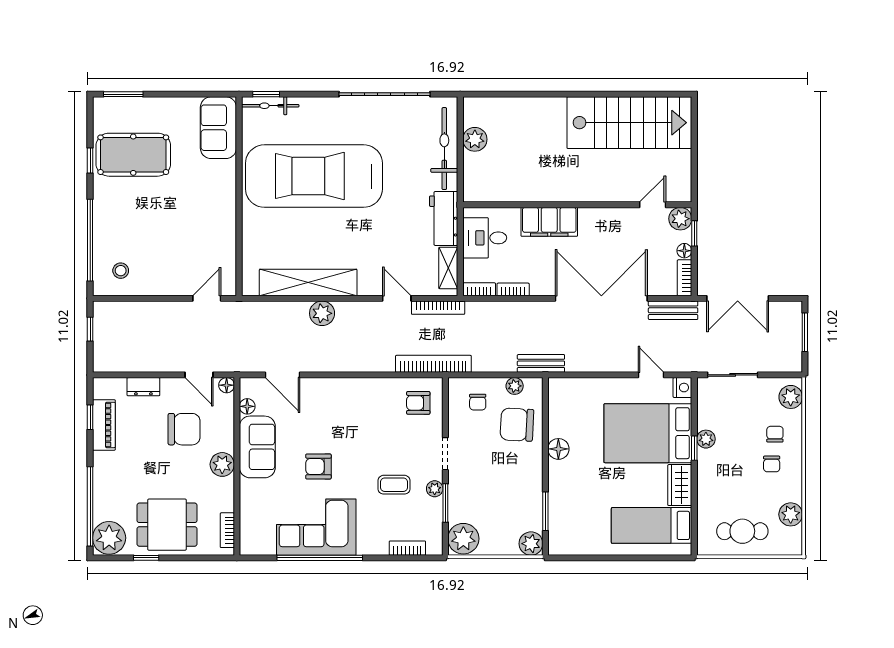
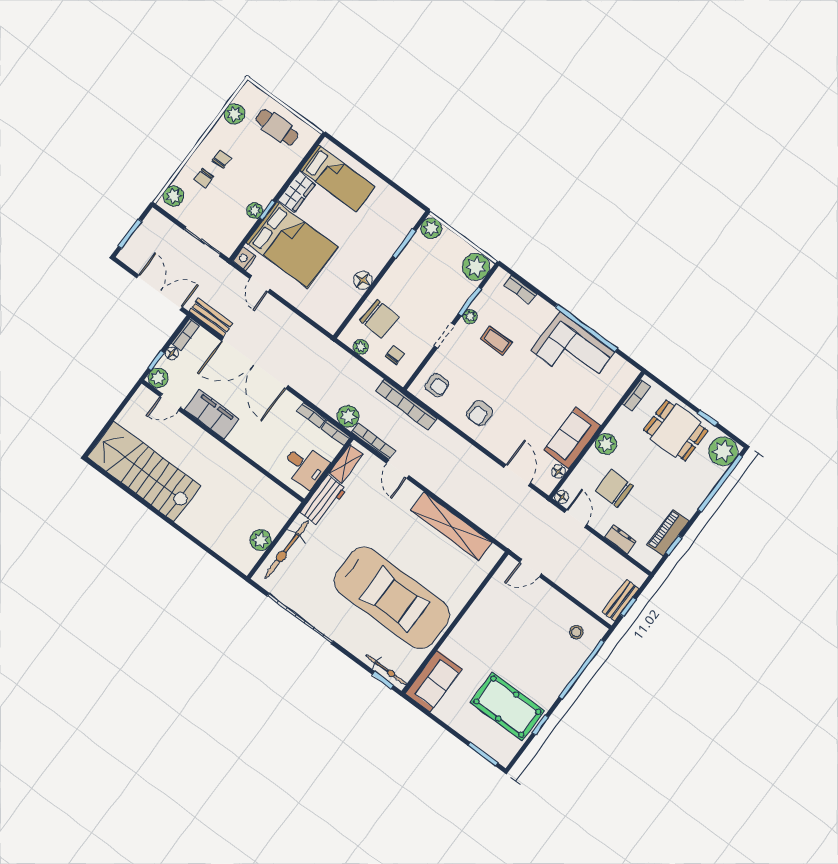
filing cabinet: (549, 222) -> (212, 414), moved
plant: (322, 313) -> (348, 416), moved
bench: (541, 363) -> (621, 600), moved, turned 90
armchair: (318, 466) -> (480, 413), moved, turned 90

